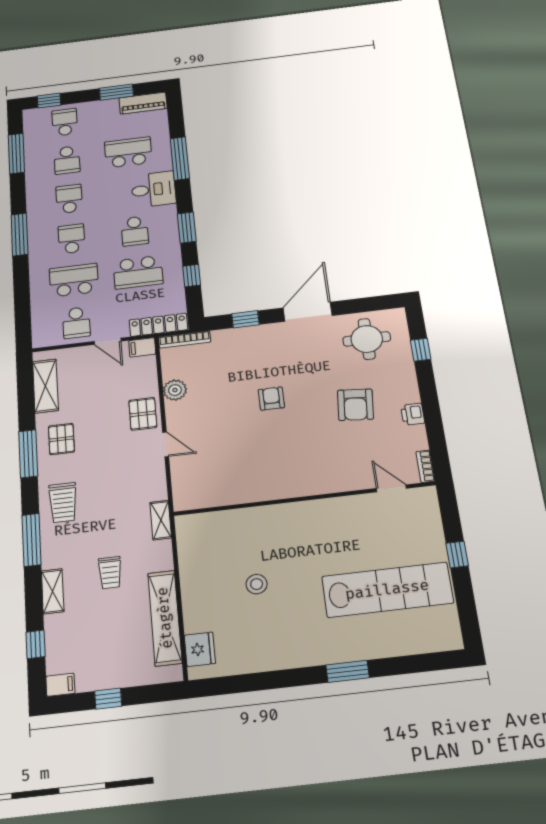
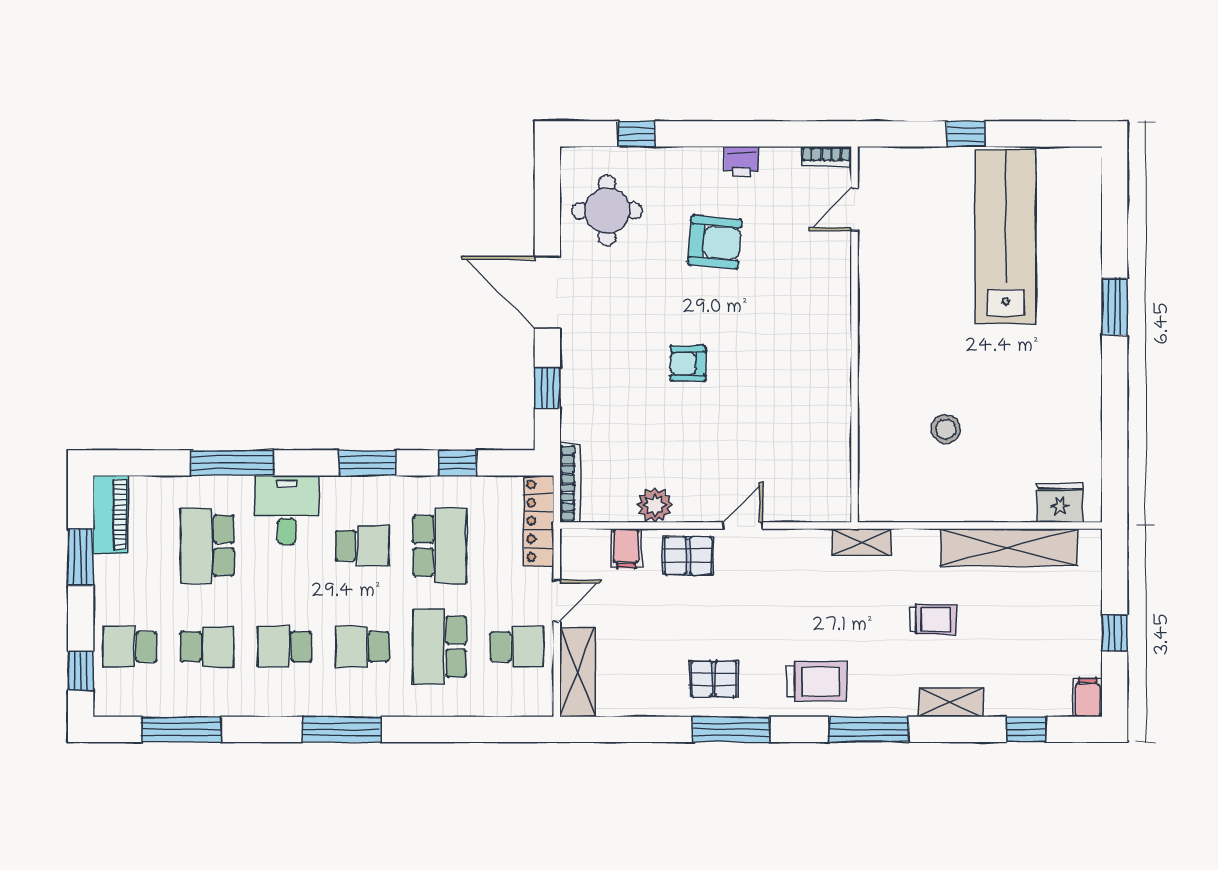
filing cabinet: (142, 347) -> (626, 548), moved
shelving: (45, 386) -> (578, 672), moved, turned 90
stool: (257, 584) -> (946, 429), moved

